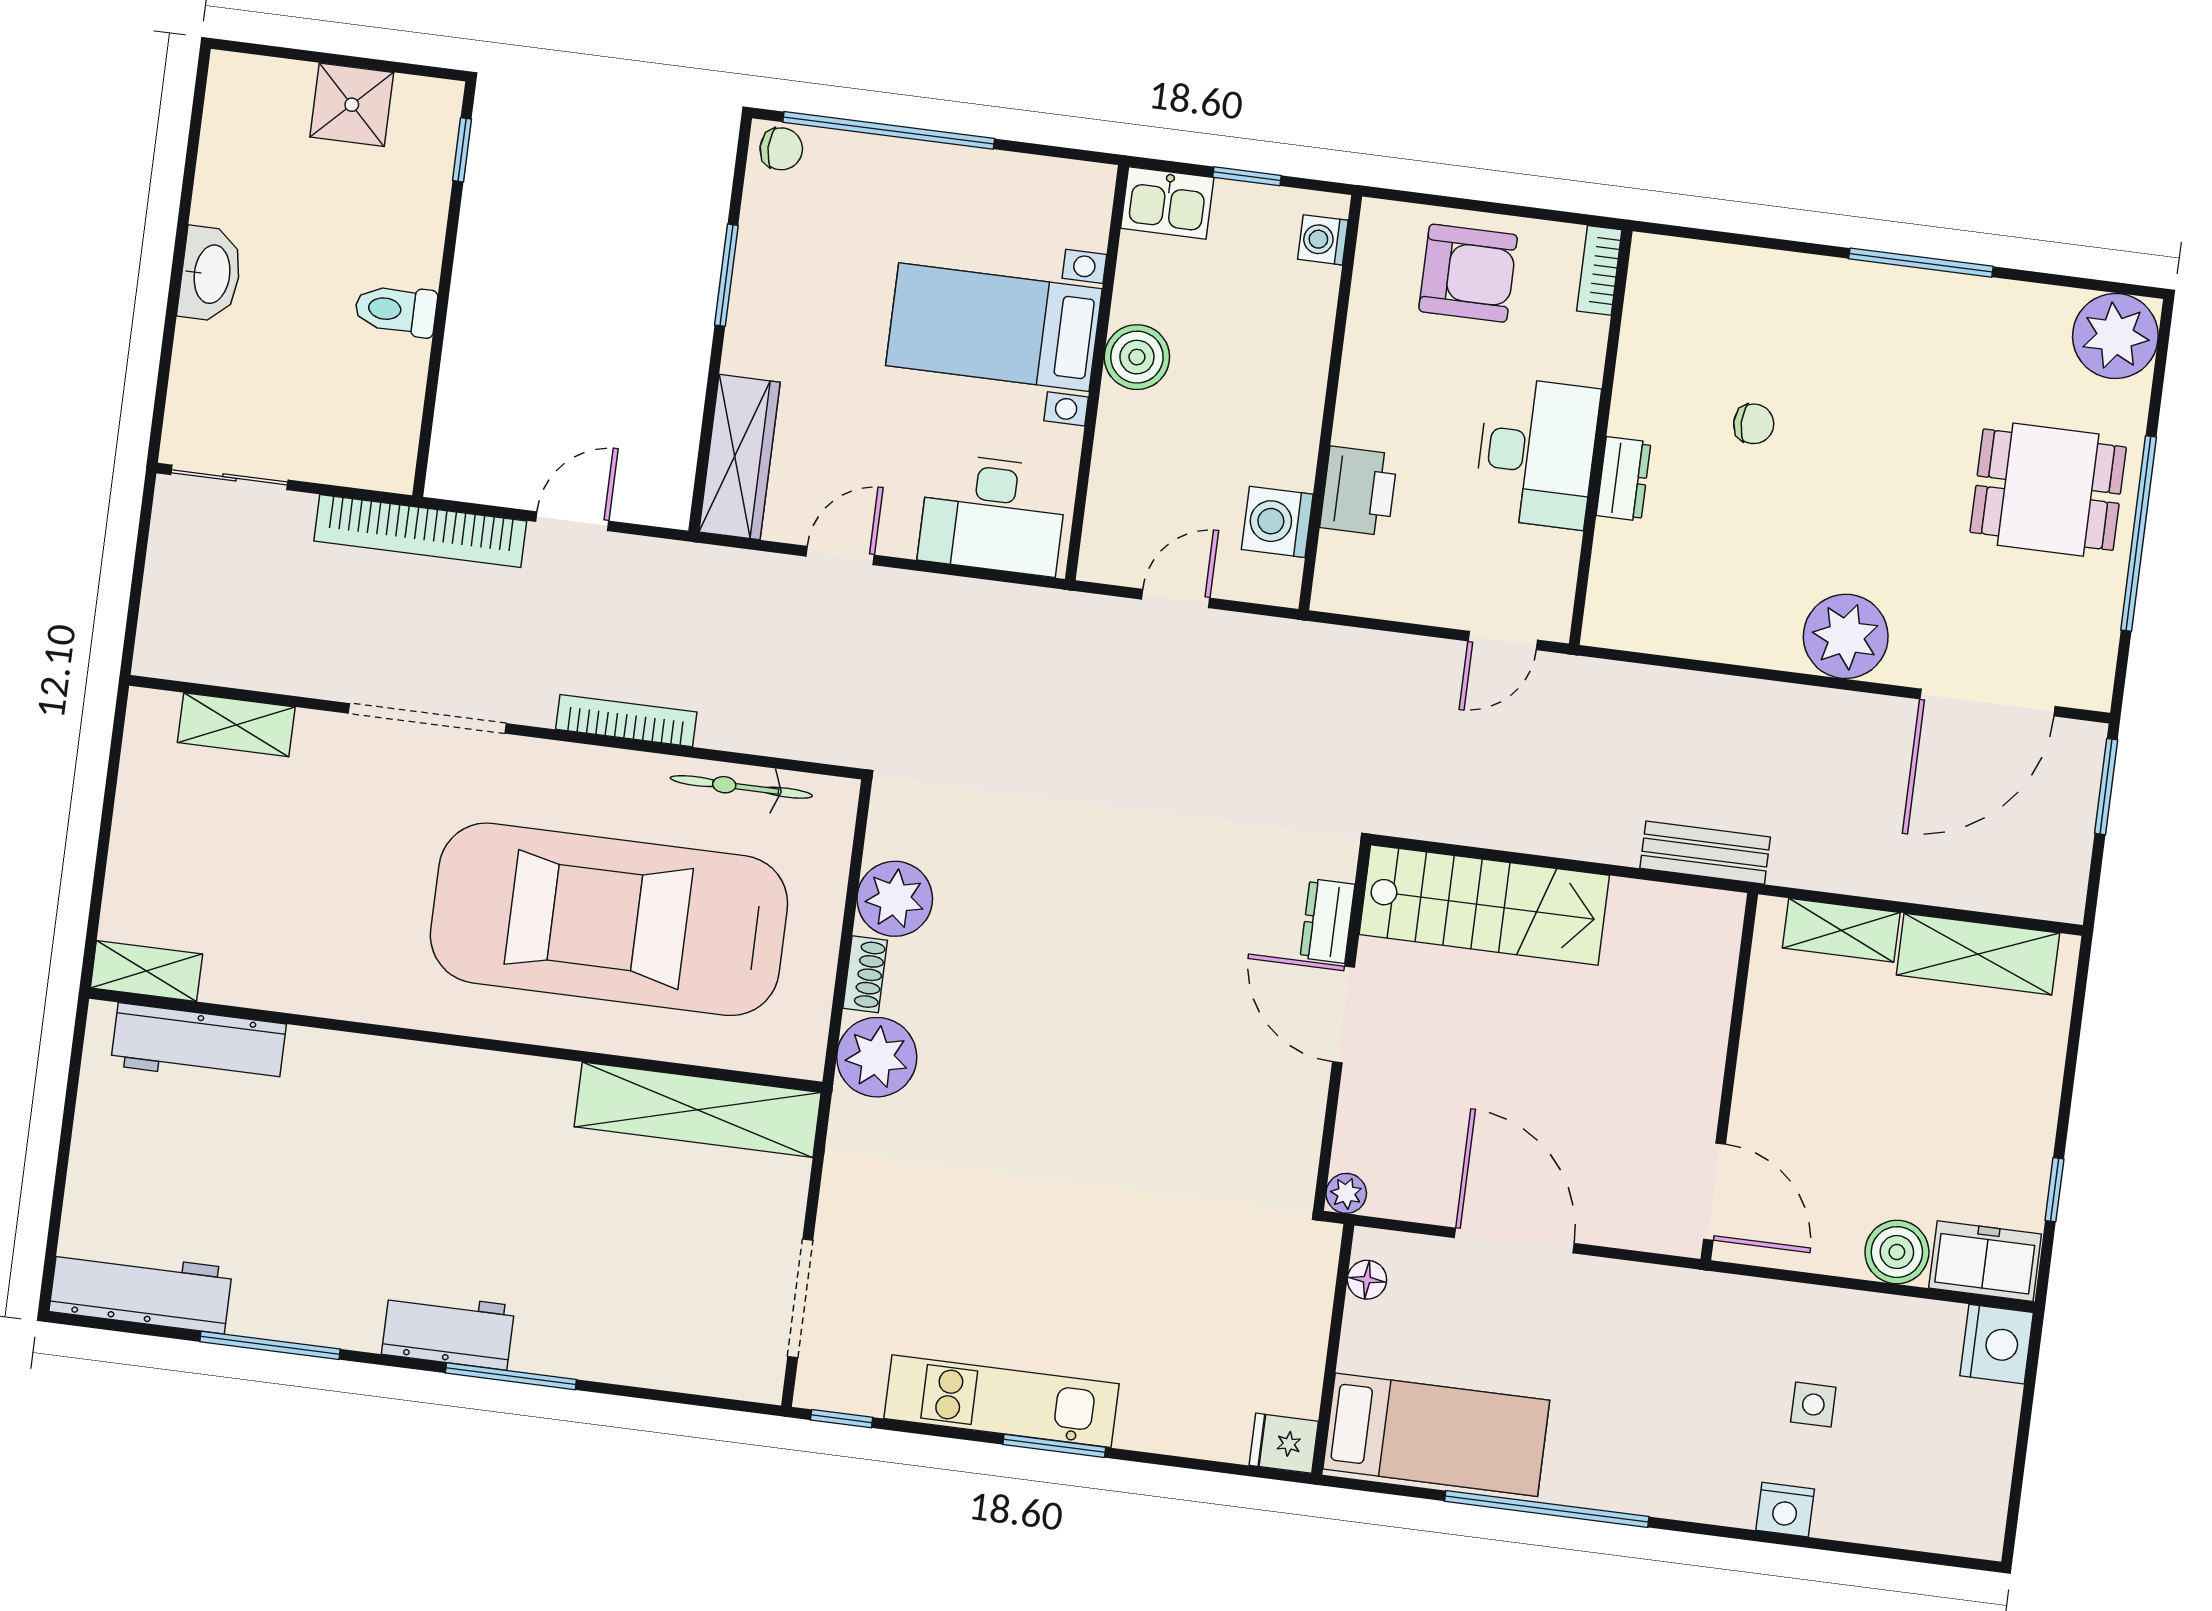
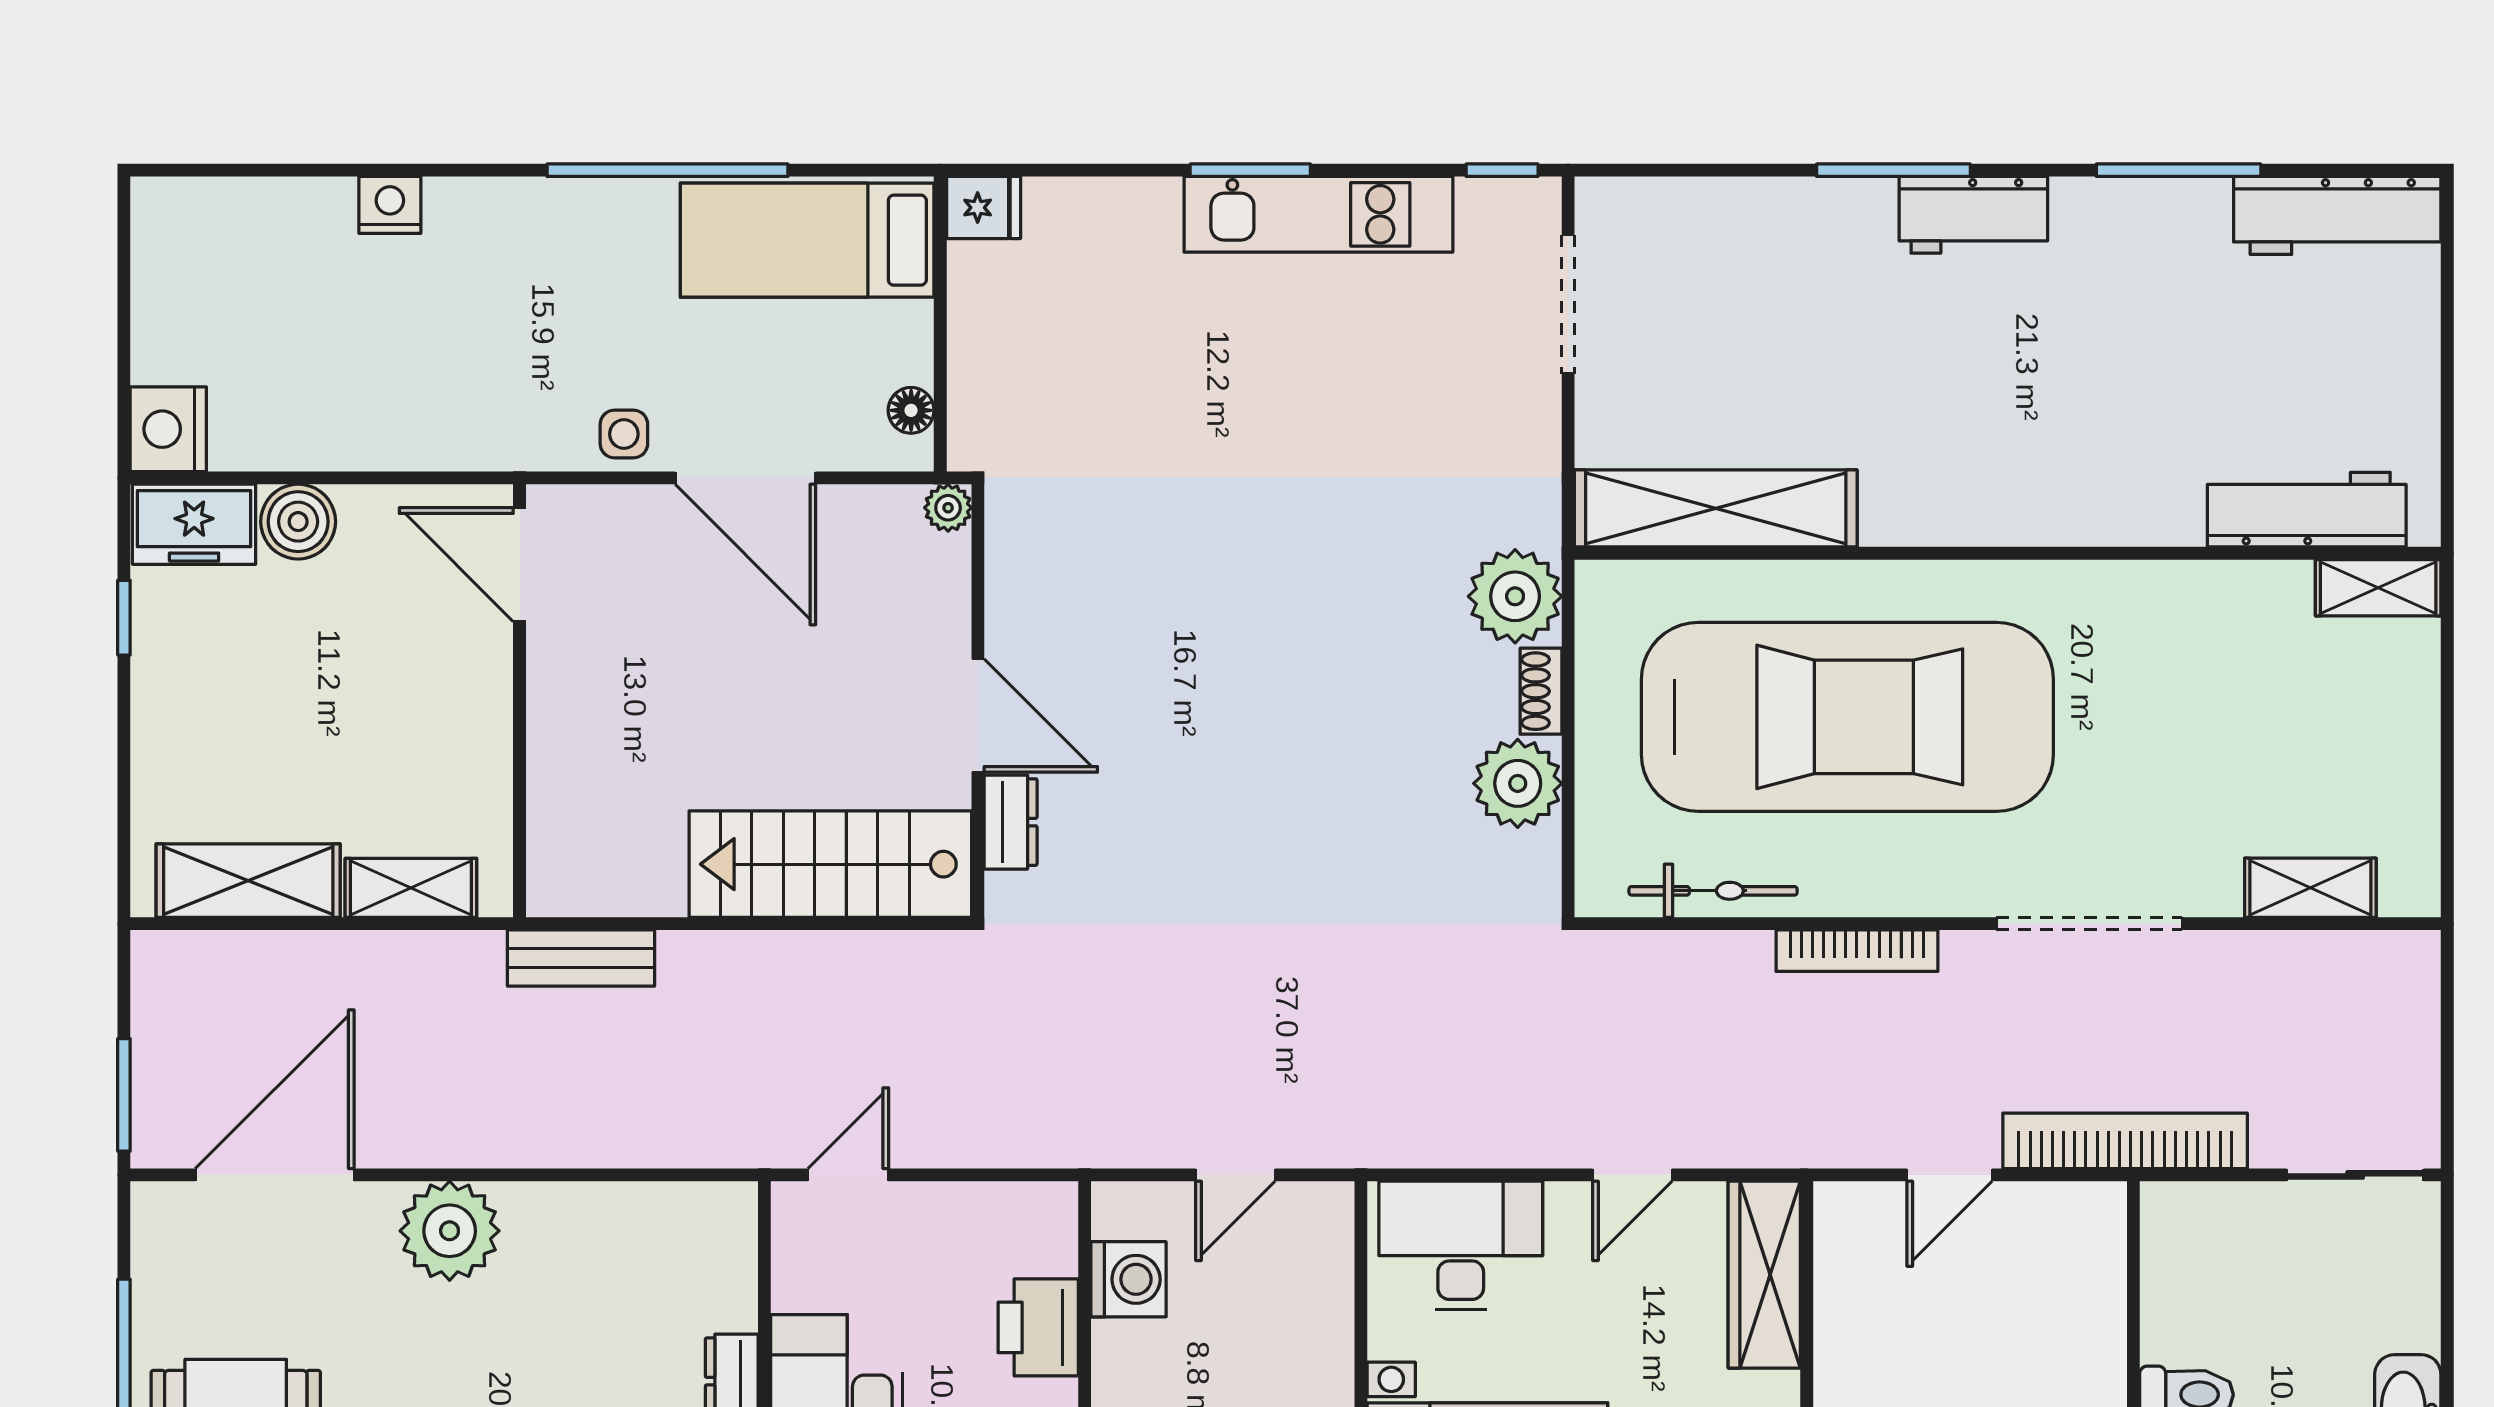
side table: (1813, 1405) -> (624, 434), moved

